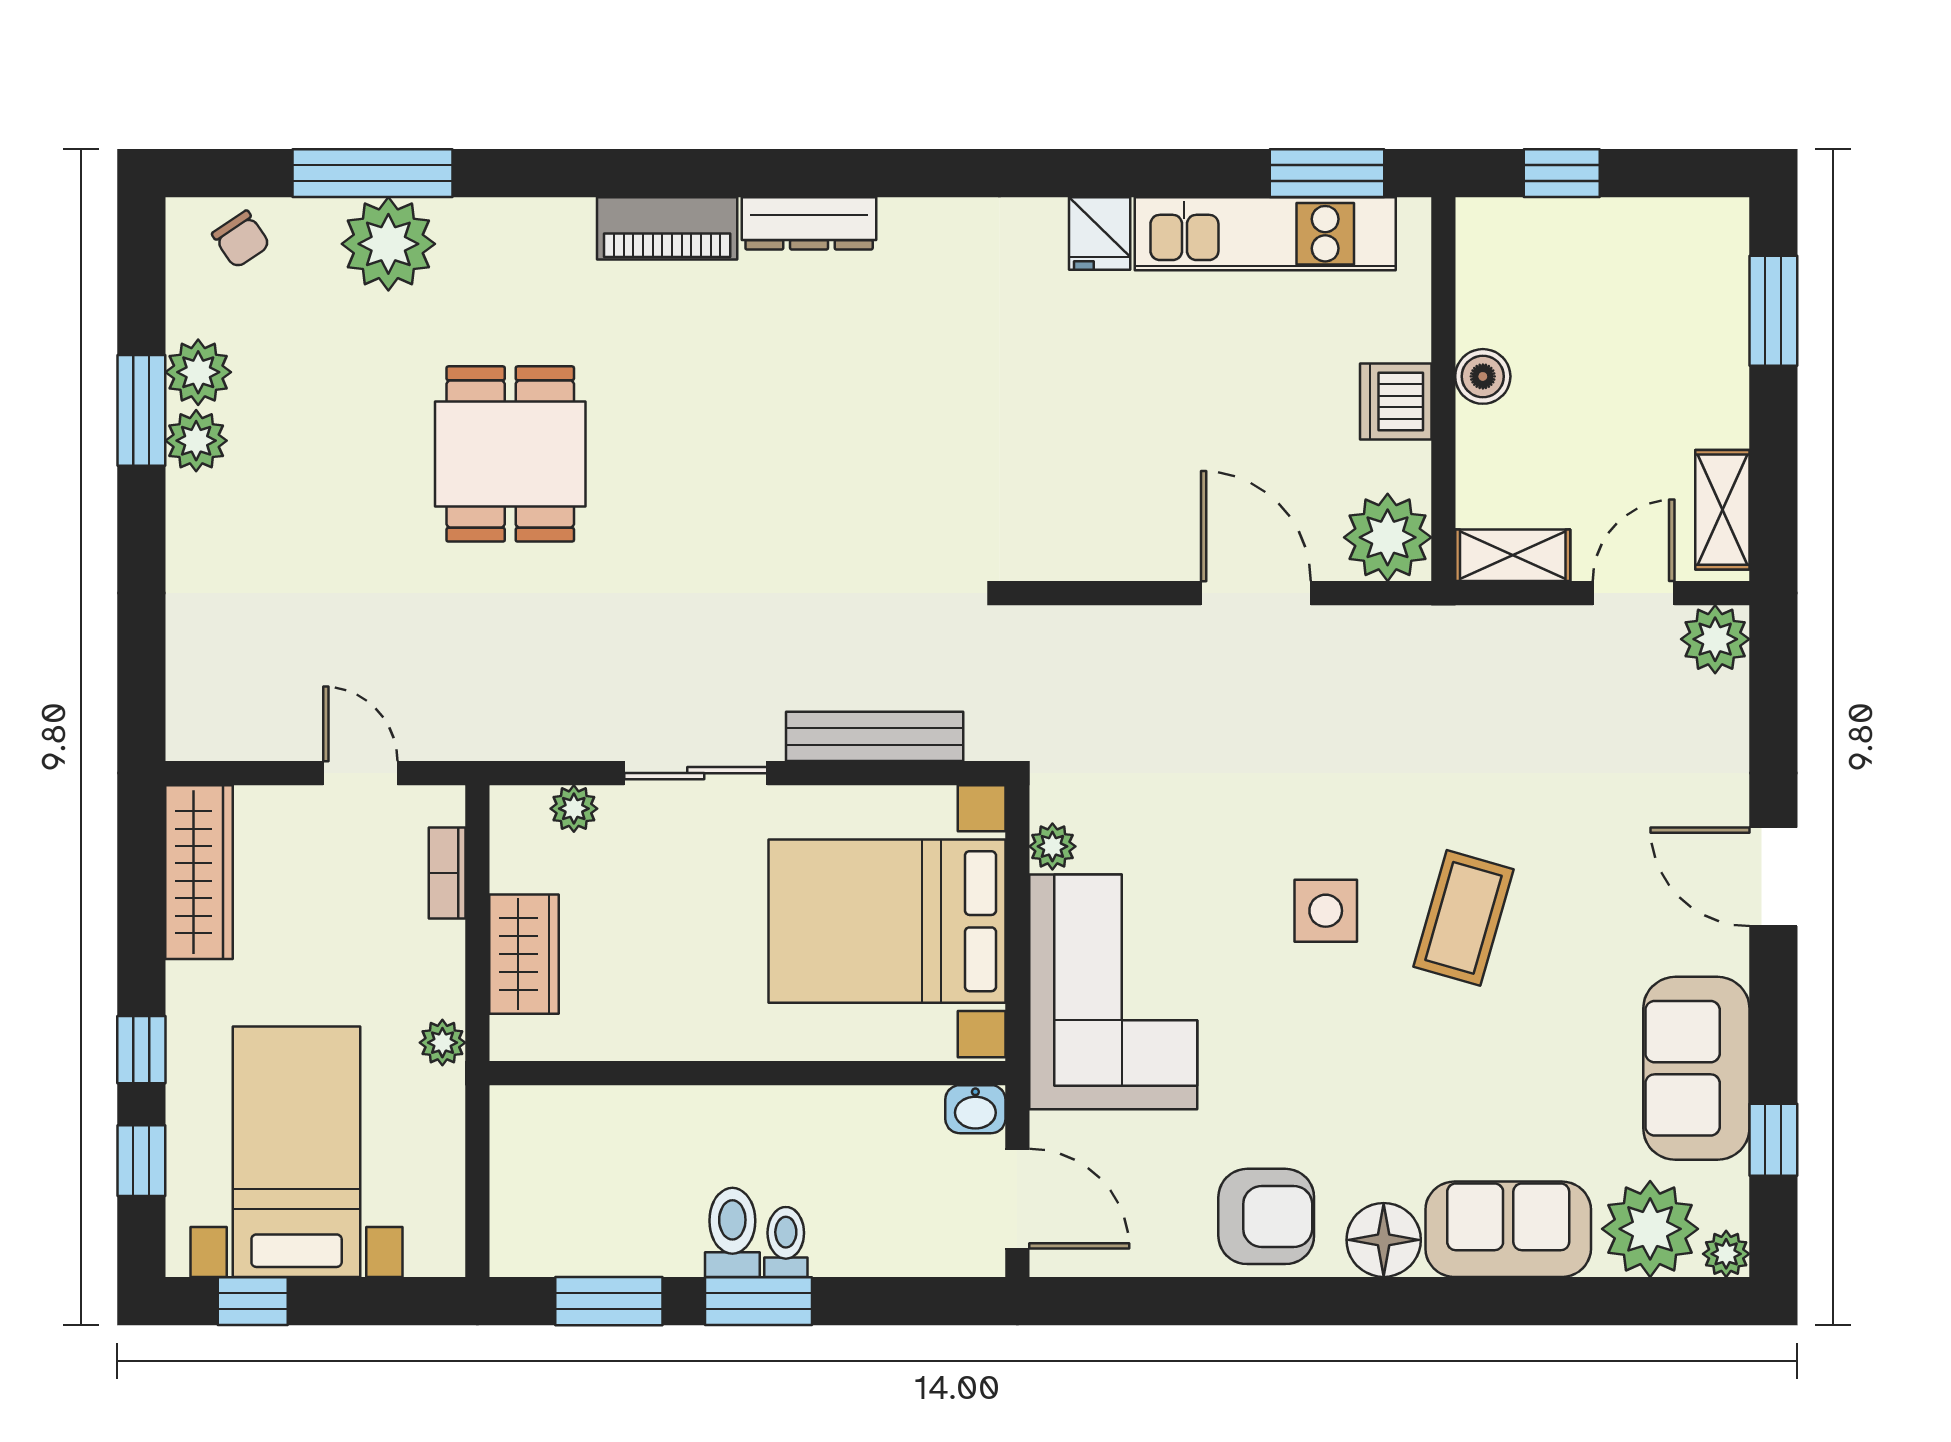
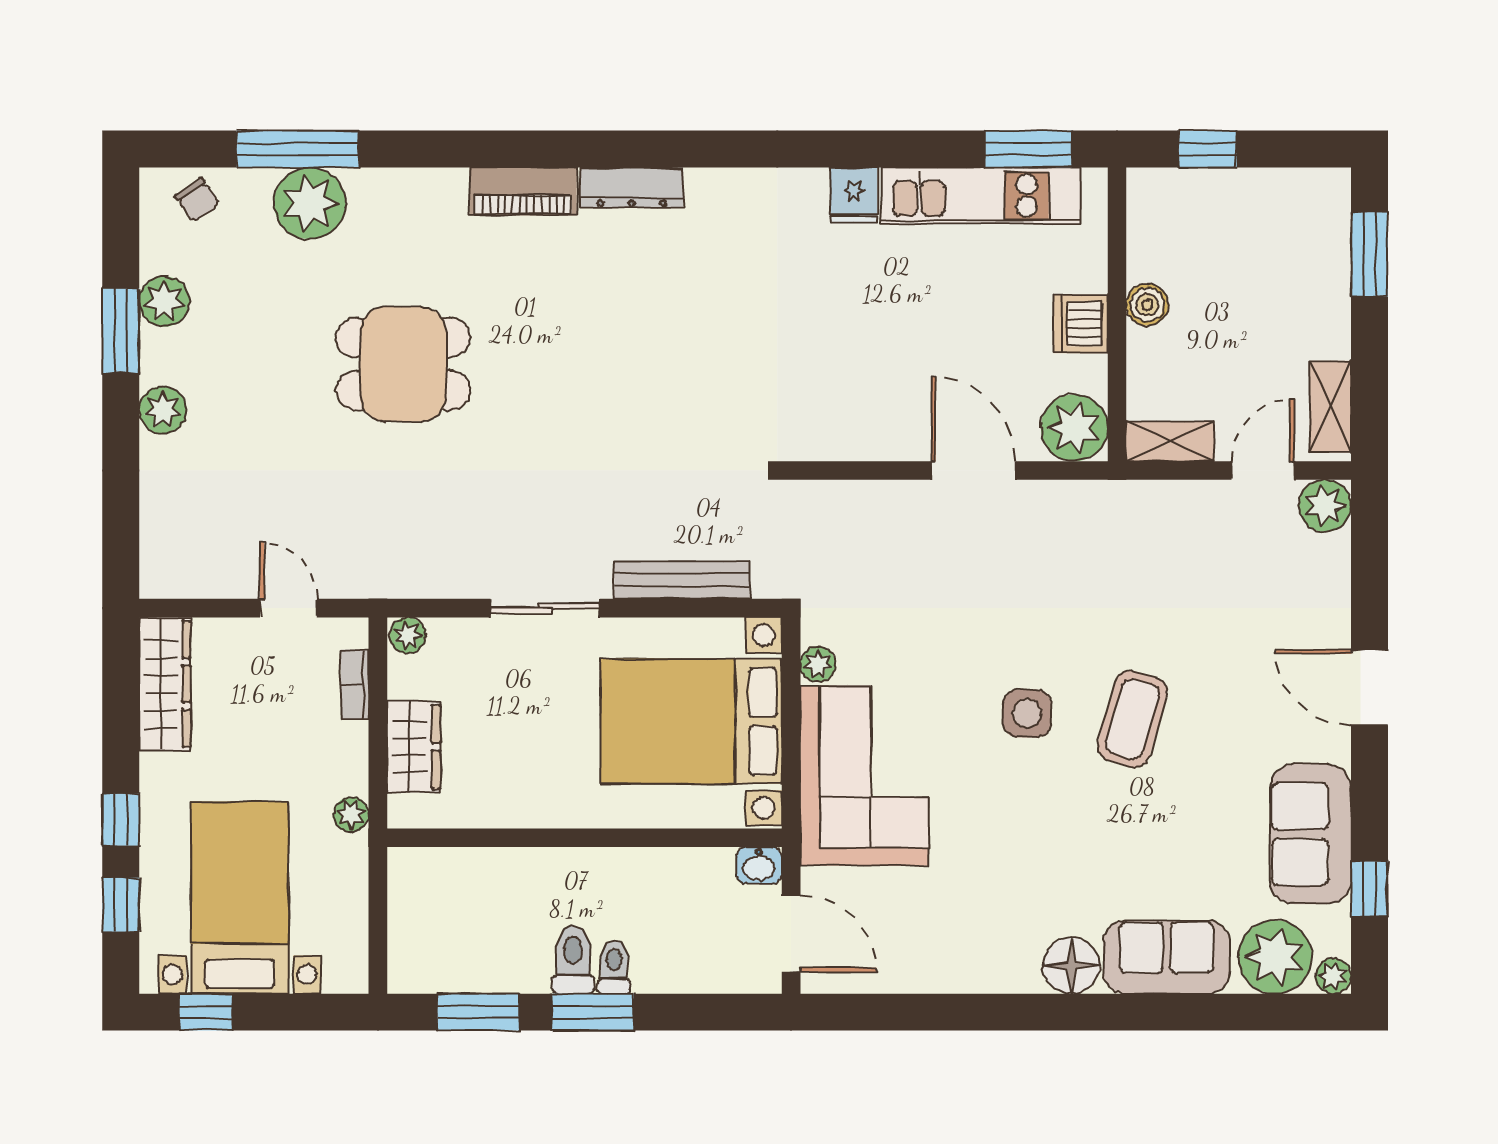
plant: (196, 441) -> (163, 410), moved
dining table: (510, 454) -> (403, 364), turned 90
plant: (574, 809) -> (408, 635), moved
armchair: (1266, 1216) -> (982, 947), removed

